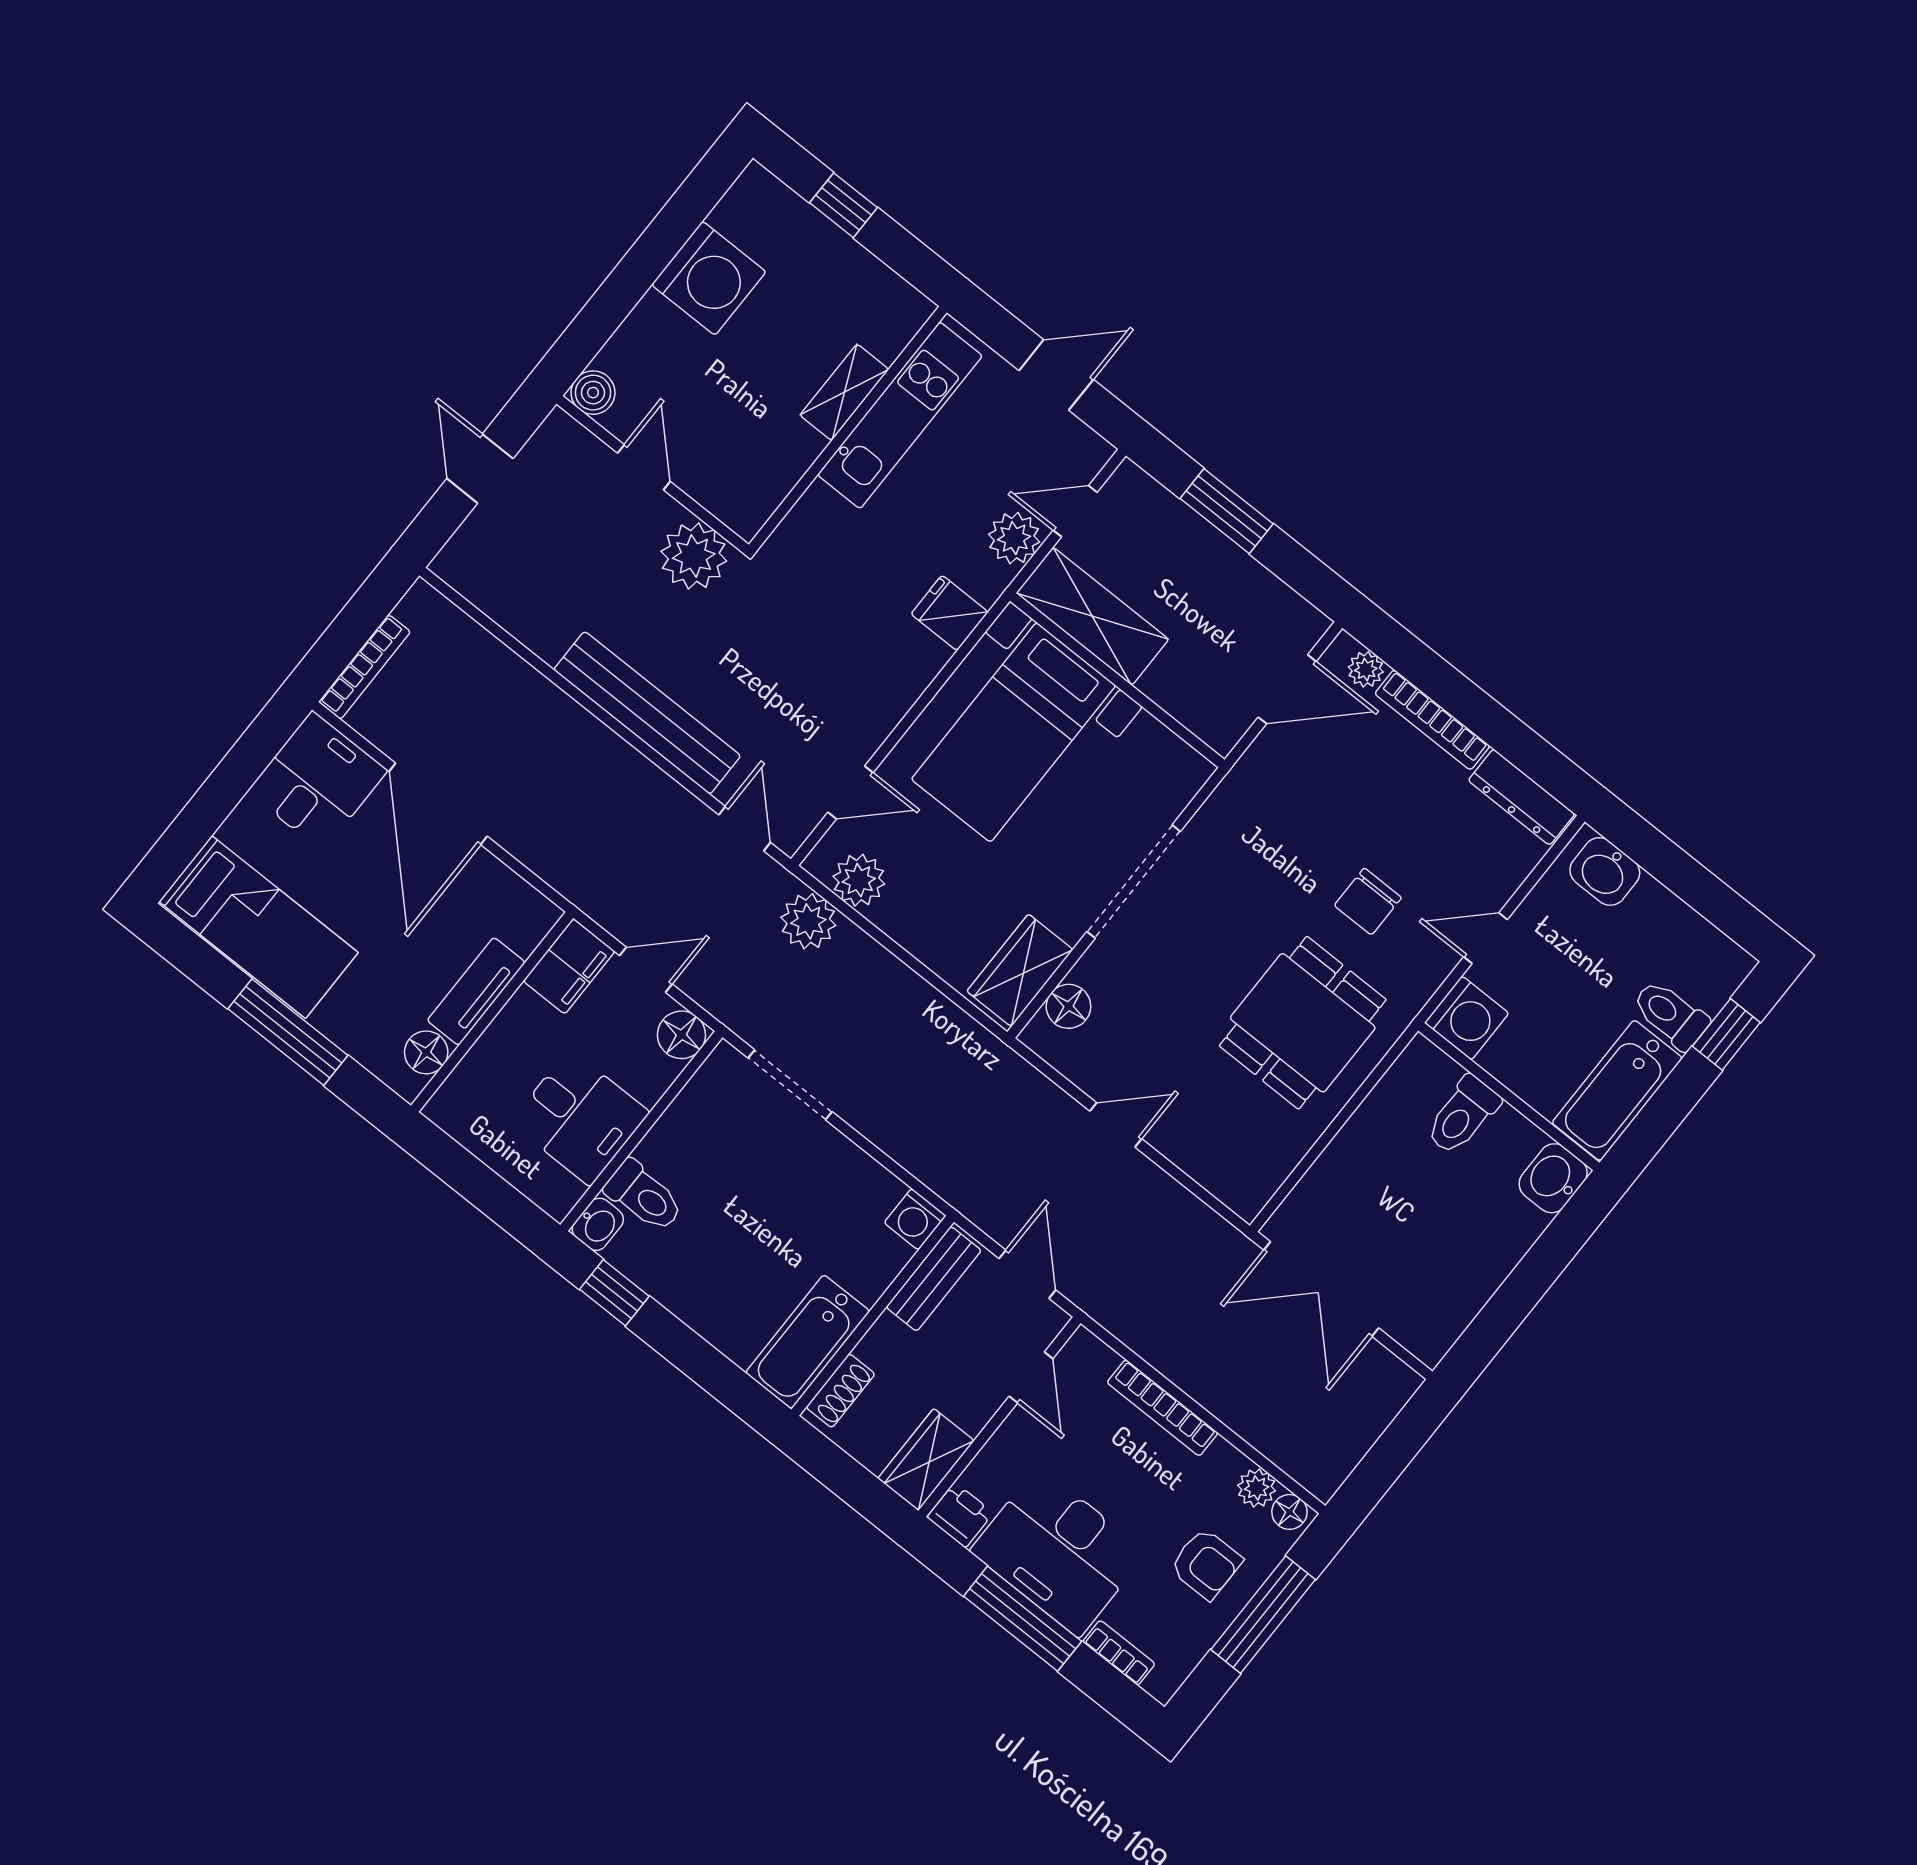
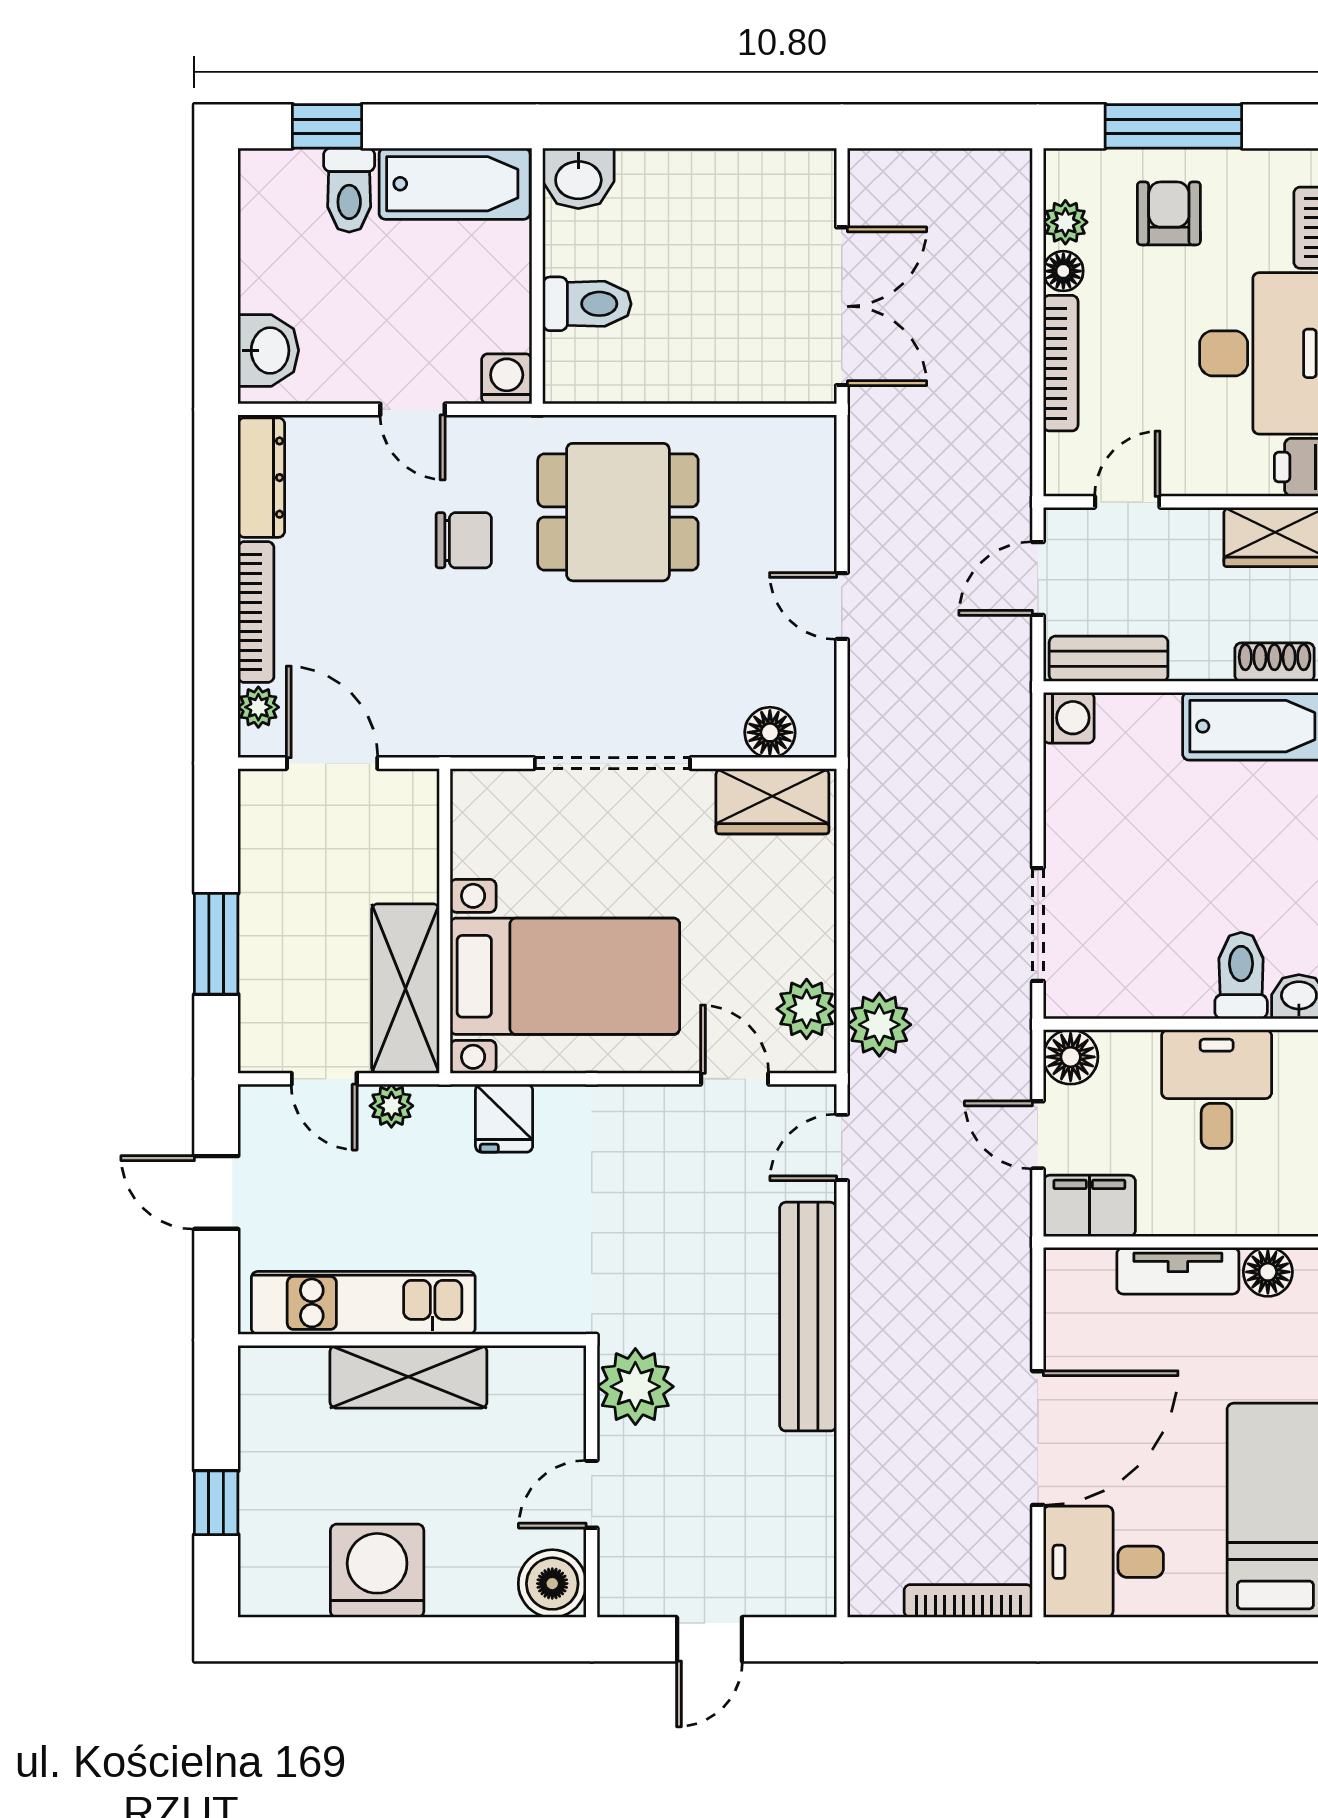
shelving: (844, 392) -> (408, 1377), width x1.50, depth x1.33
boiler: (593, 393) -> (552, 1584), width x1.36, depth x1.36
plant: (1014, 538) -> (391, 1106), width x0.73, depth x0.73
washing machine: (1467, 1018) -> (507, 379), width x0.73, depth x0.73
floor lamp: (1289, 1512) -> (1063, 271), moved

